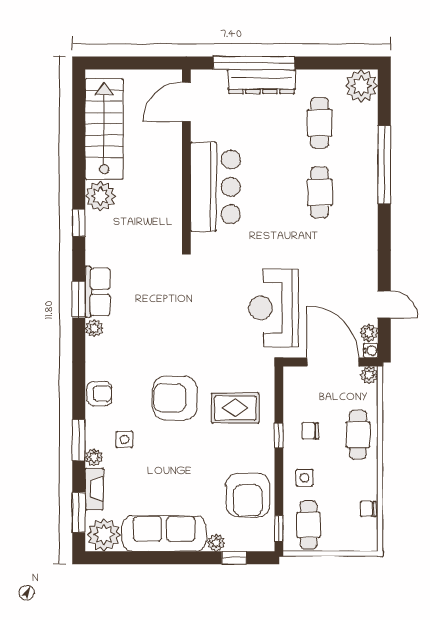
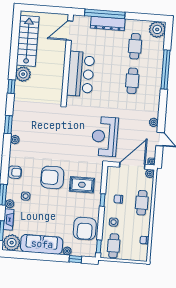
row of seats: (98, 292) -> (18, 122), removed
plant: (369, 333) -> (154, 122), moved
door: (333, 362) -> (132, 166), hinge flipped

